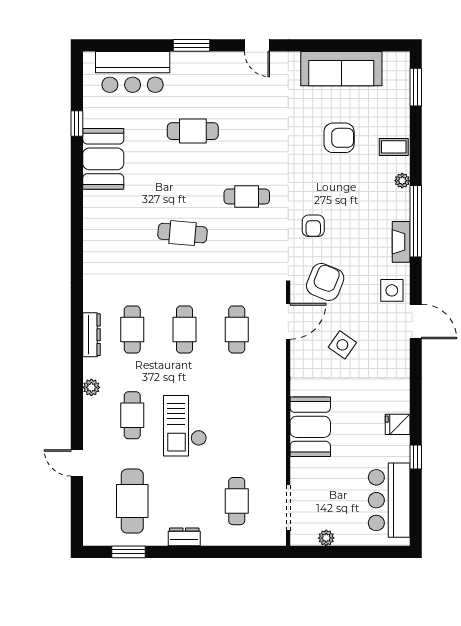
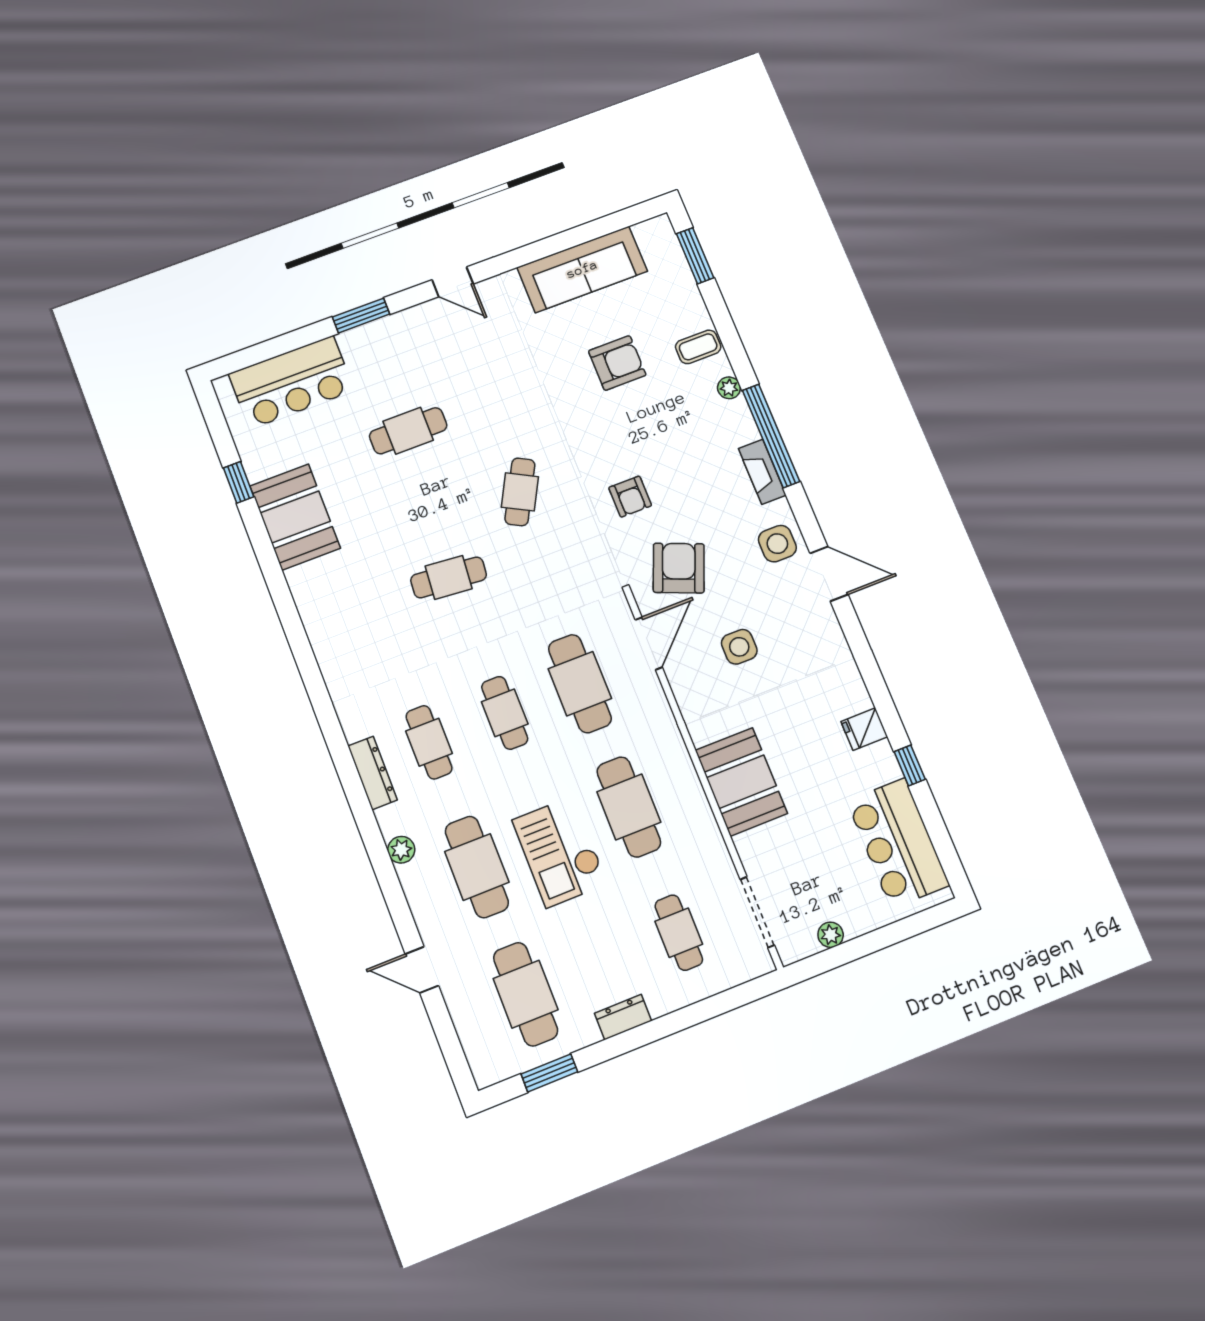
cafe table: (247, 196) -> (520, 492), turned -62
cafe table: (237, 329) -> (580, 684), width x1.37, depth x1.35
side table: (342, 345) -> (739, 647), turned -35
cafe table: (132, 415) -> (477, 867), width x1.37, depth x1.35
cafe table: (237, 415) -> (629, 807), added

